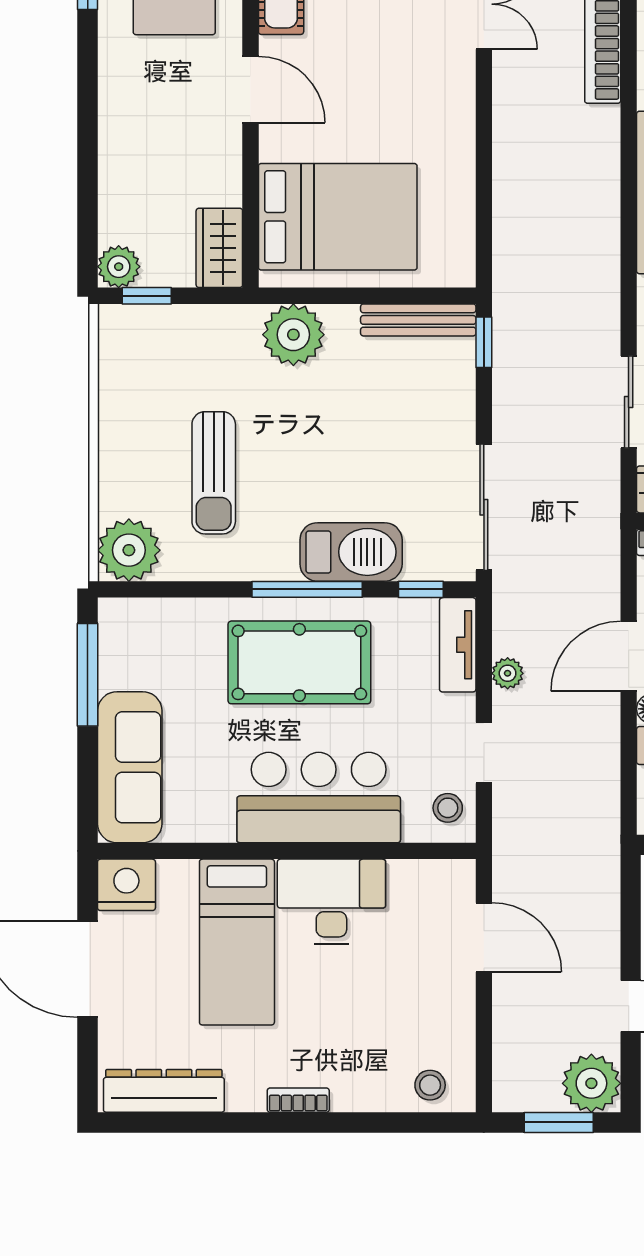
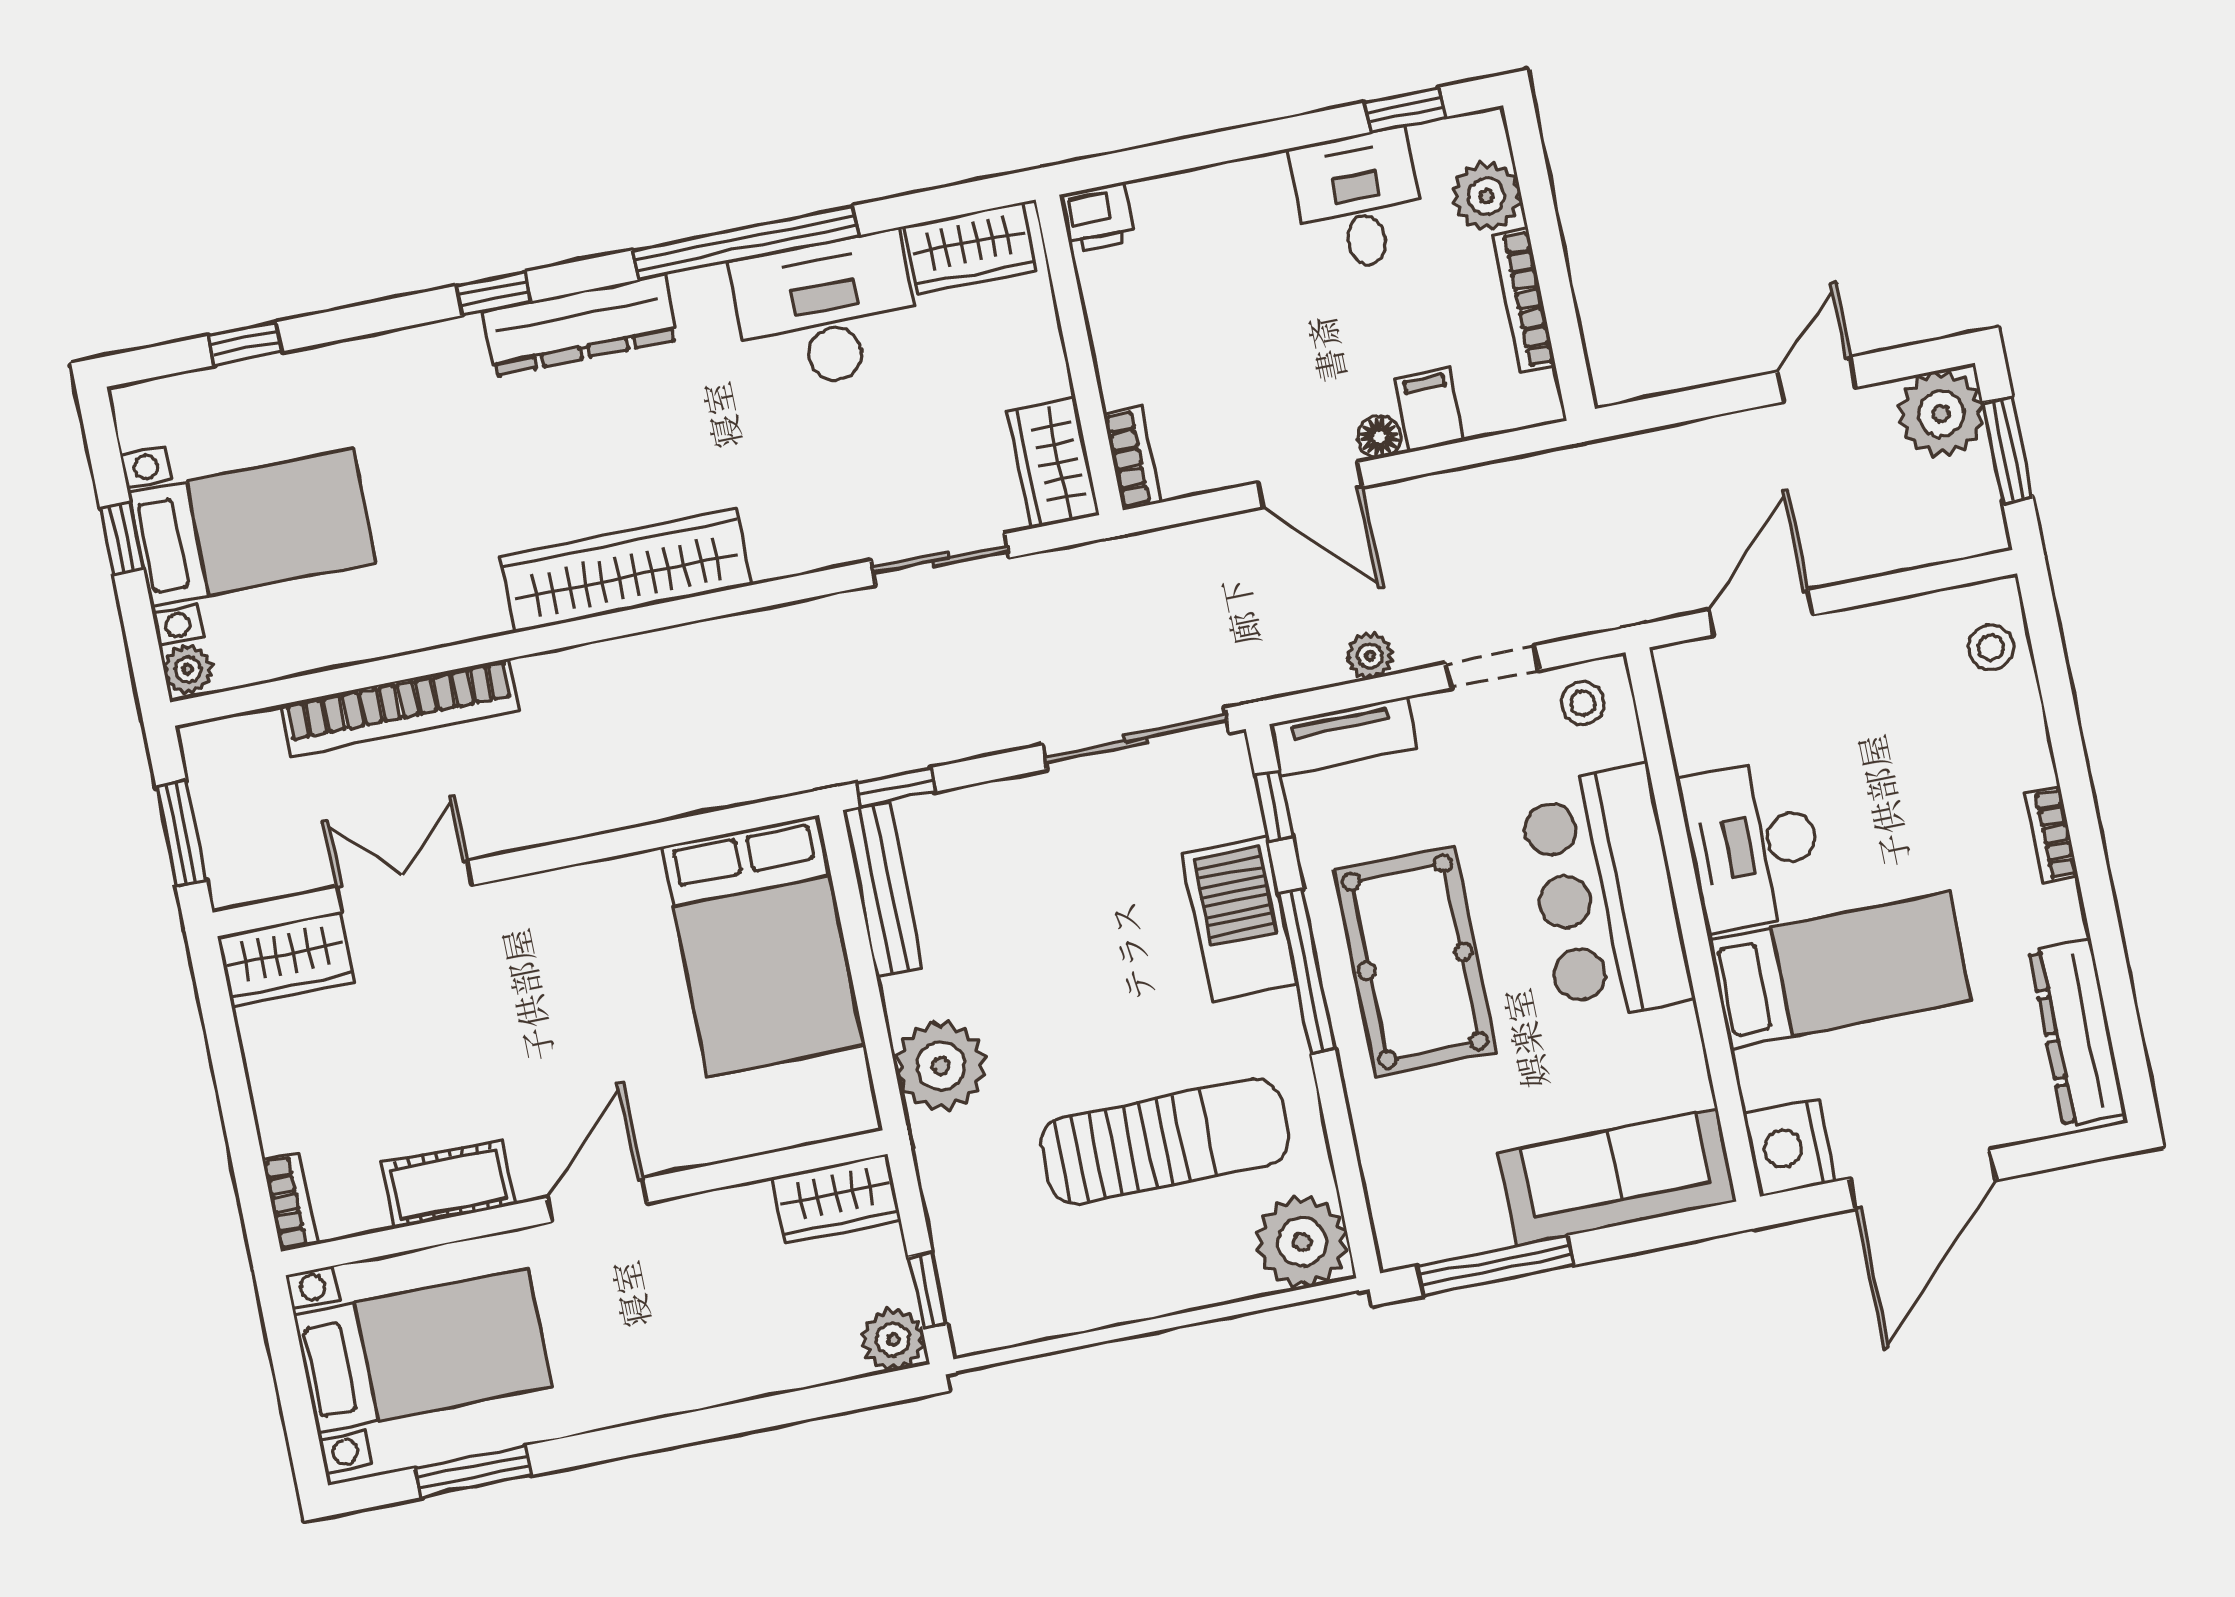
bed: (338, 217) -> (762, 946), moved, turned 180
sun lounger: (214, 473) -> (1165, 1141), width x1.36, depth x1.34

